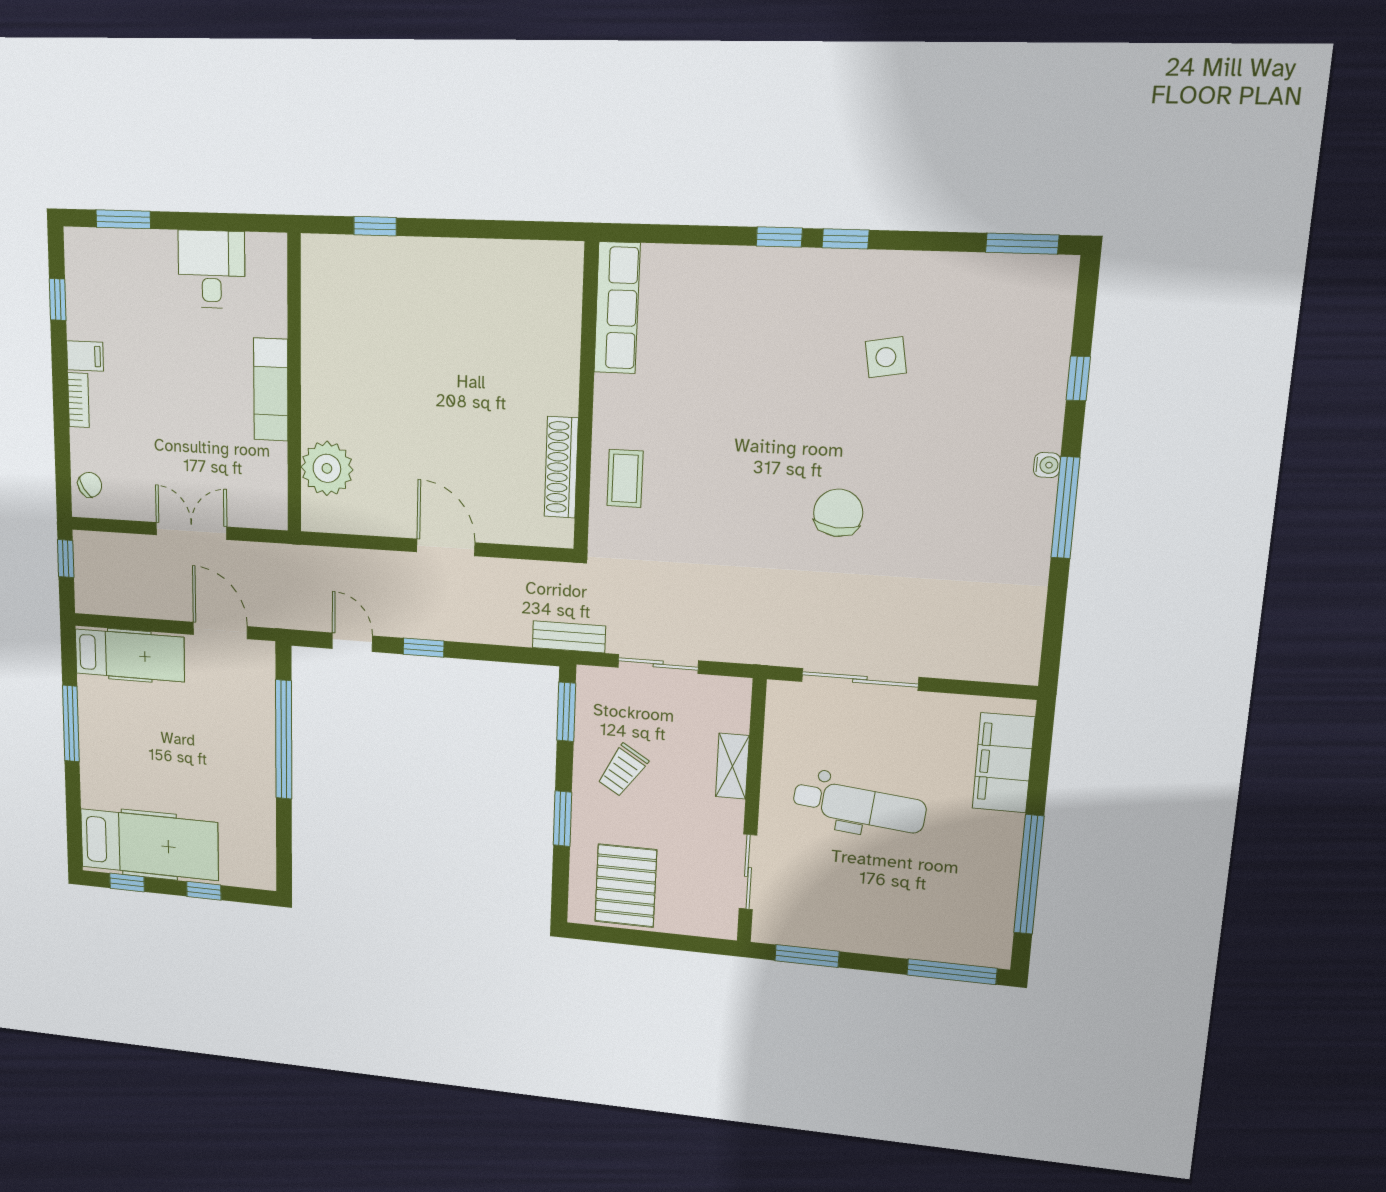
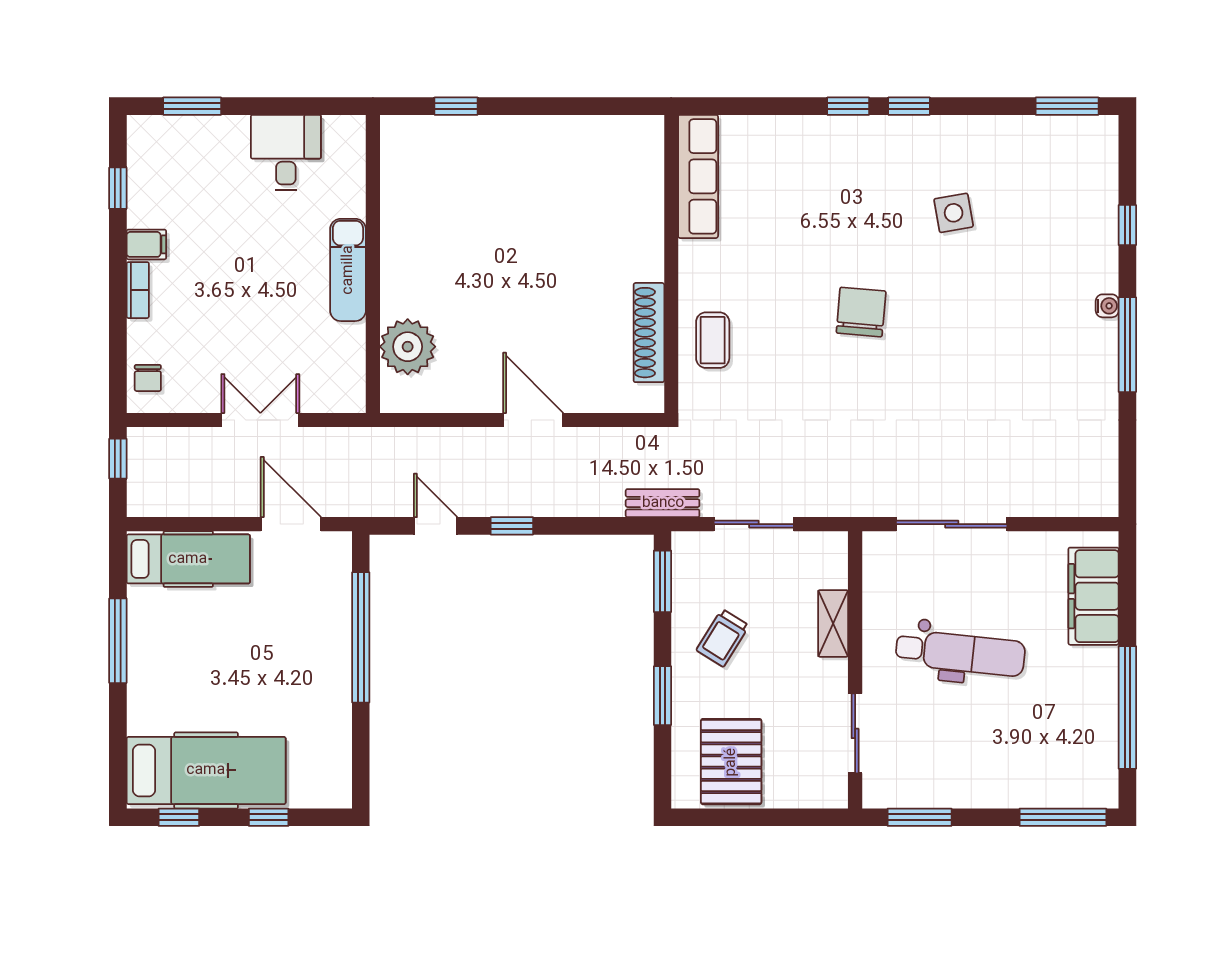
chair: (90, 485) -> (148, 378), turned 124
chair: (838, 513) -> (861, 312), moved

